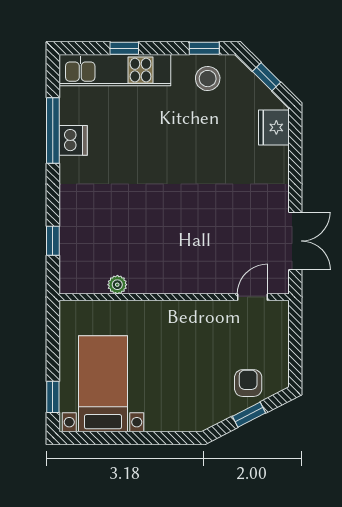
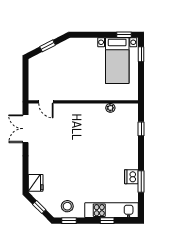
window: (53, 130) -> (141, 181), width x0.69
door: (252, 297) -> (46, 102), hinge flipped
armchair: (248, 383) -> (48, 61), removed
window: (89, 438) -> (124, 35), added

